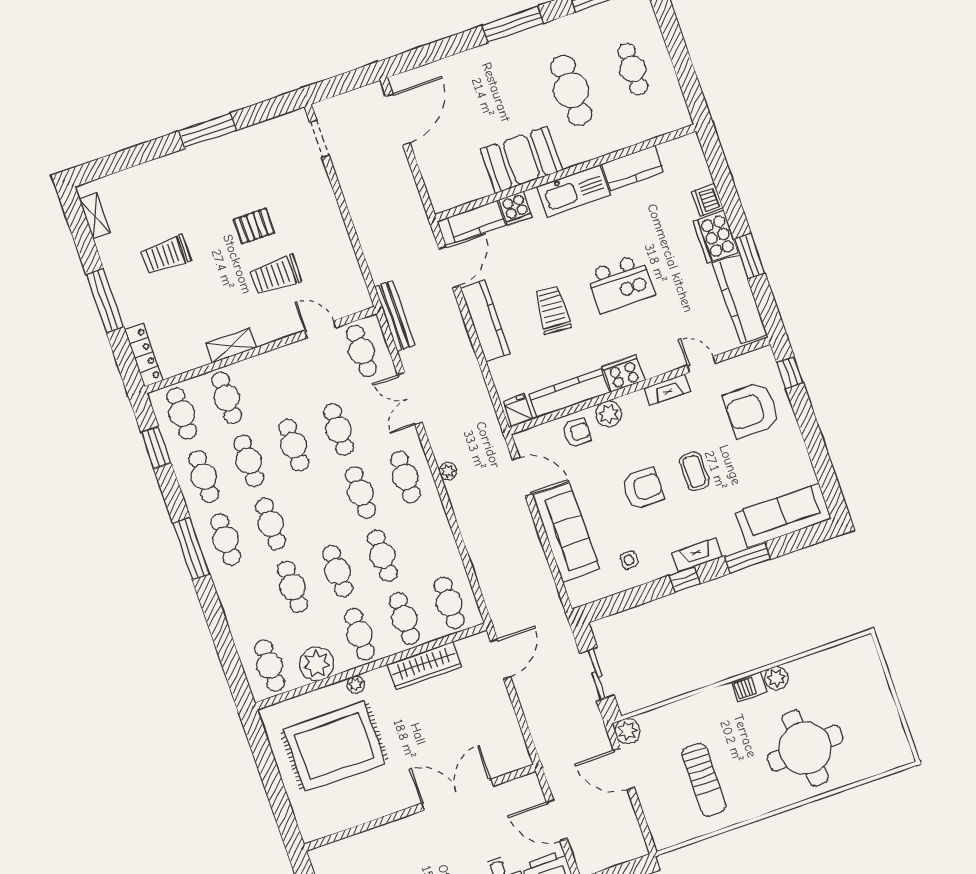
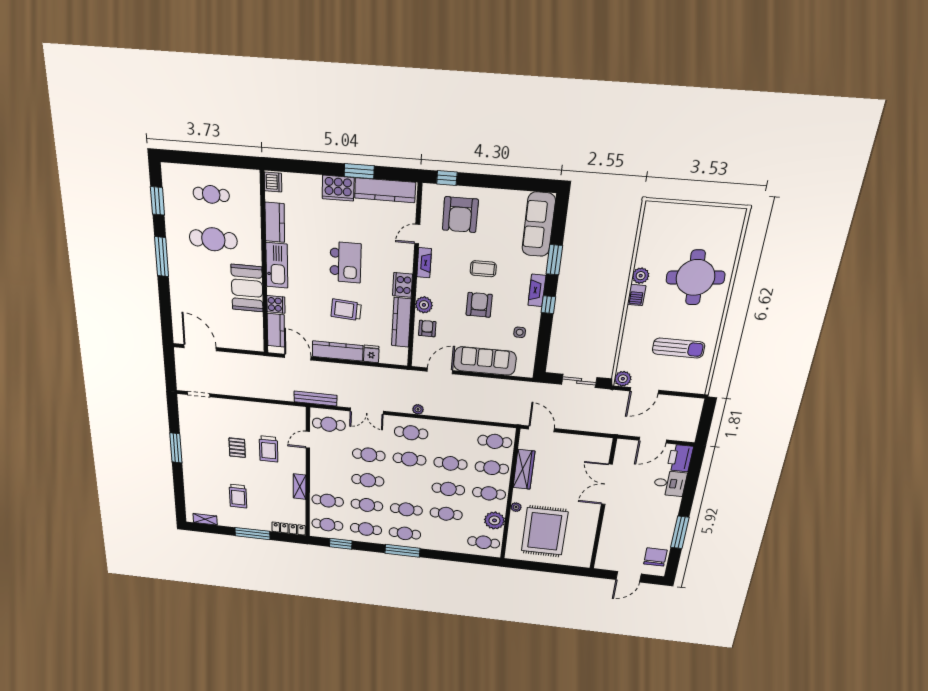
dishwasher: (707, 200) -> (273, 182), moved, turned -90
fridge: (518, 410) -> (371, 354), moved, turned 90

